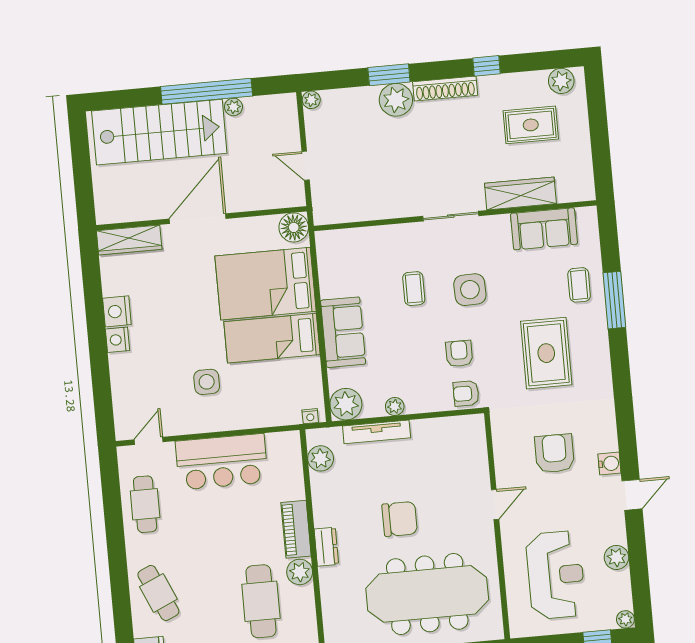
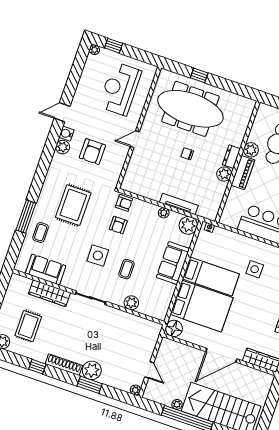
rug: (531, 125) -> (28, 326), turned 90
door: (306, 166) -> (149, 370), moved
plant: (381, 238) -> (131, 303), added
plant: (321, 458) -> (224, 174), moved
chair: (400, 519) -> (187, 154), width x0.54, depth x0.54
plant: (616, 557) -> (63, 147), moved

